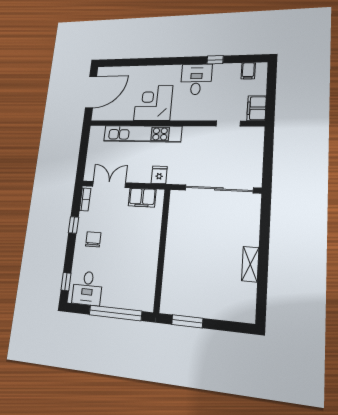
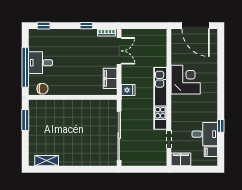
desk: (196, 79) -> (205, 134), moved
kitchen unit: (142, 134) -> (160, 98), moved
chair: (93, 239) -> (43, 89), moved
shelving: (250, 264) -> (47, 161), moved
desk: (87, 288) -> (40, 63), moved

